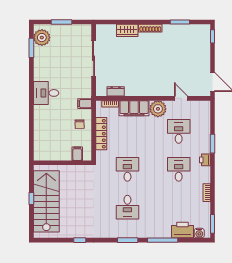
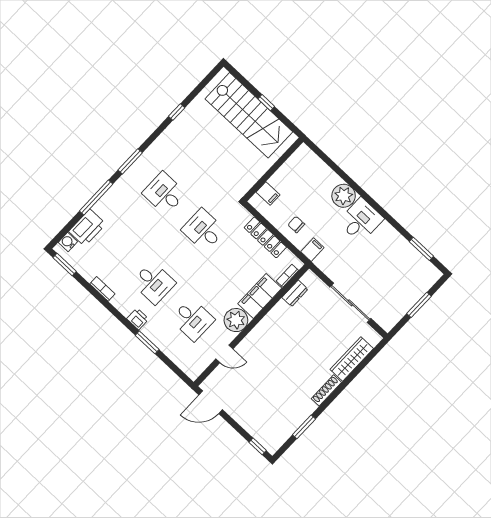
wardrobe: (127, 30) -> (352, 359), width x1.50
plant: (42, 38) -> (344, 196), moved
desk: (127, 169) -> (203, 230), turned 180

